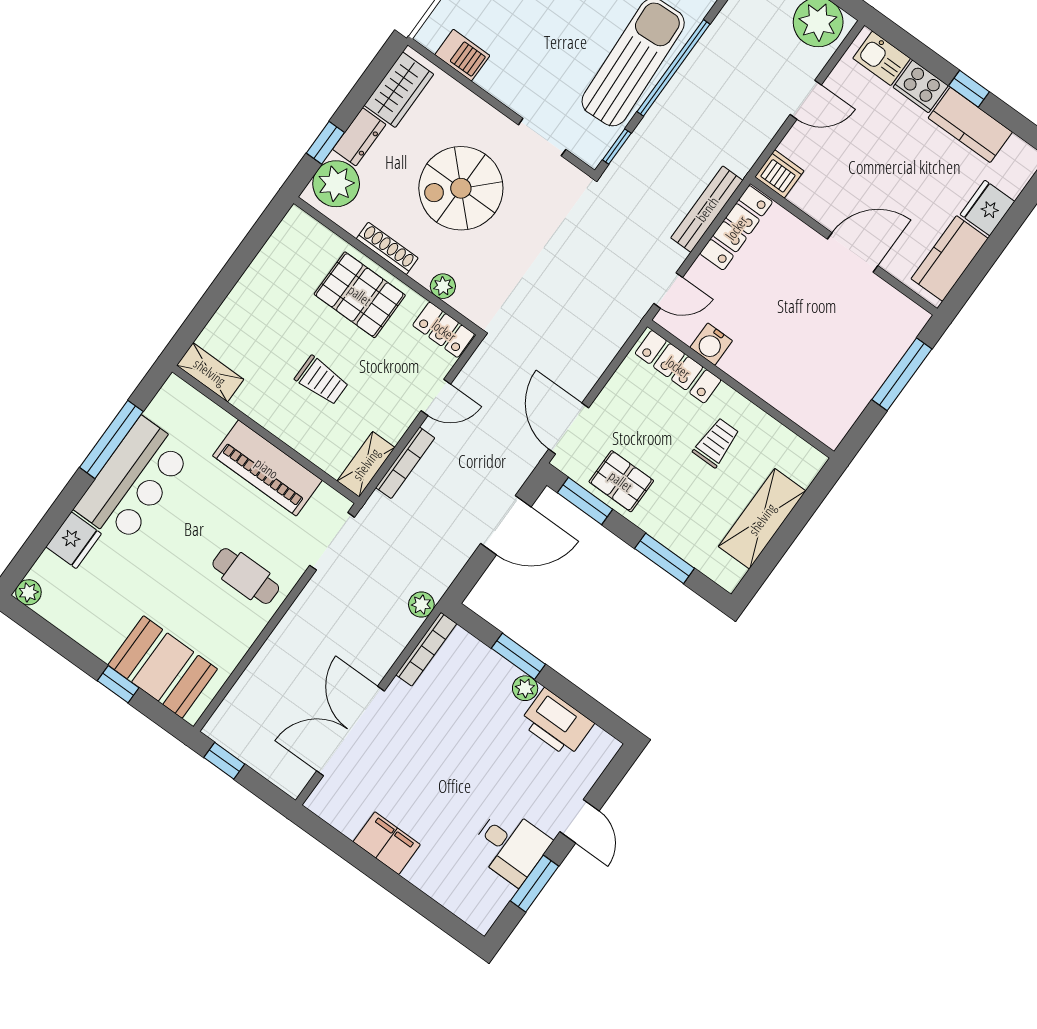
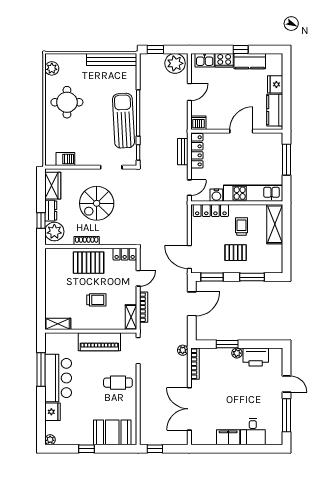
bench: (707, 209) -> (183, 152), width x0.73
plant: (443, 286) -> (114, 240), removed
kitchen unit: (787, 393) -> (253, 193), added
pallet: (621, 481) -> (236, 253), moved
shelving: (762, 519) -> (275, 224), moved
window: (118, 684) -> (86, 449), moved
desk: (510, 846) -> (253, 432), moved, turned 90
window: (535, 884) -> (287, 415), width x1.44

